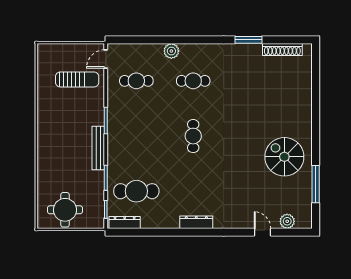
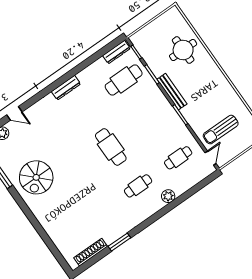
cafe table: (193, 136) -> (111, 147), width x1.37, depth x1.35
spiral stairs: (284, 157) -> (36, 177), turned 90
round table: (65, 210) -> (183, 50), moved

